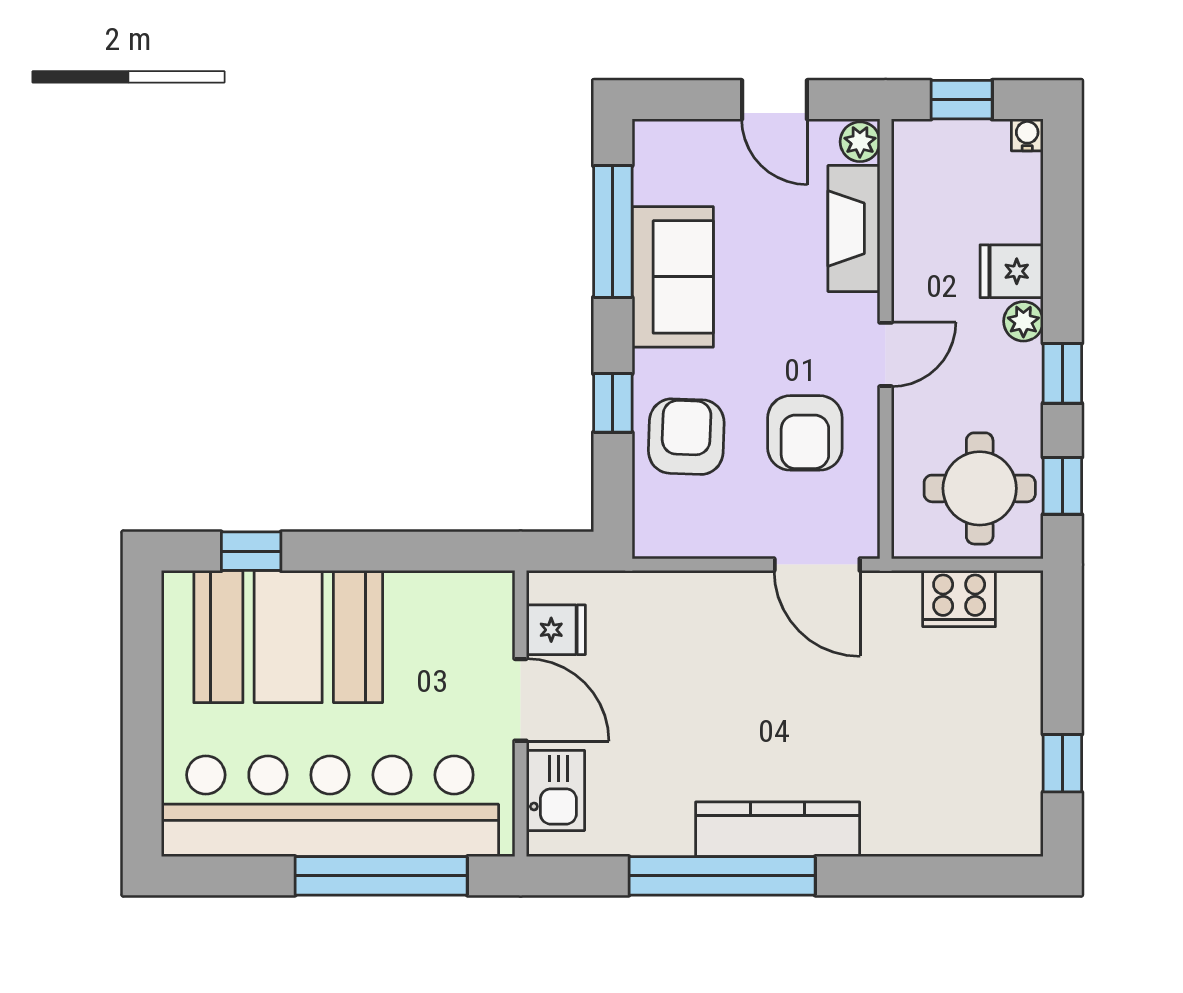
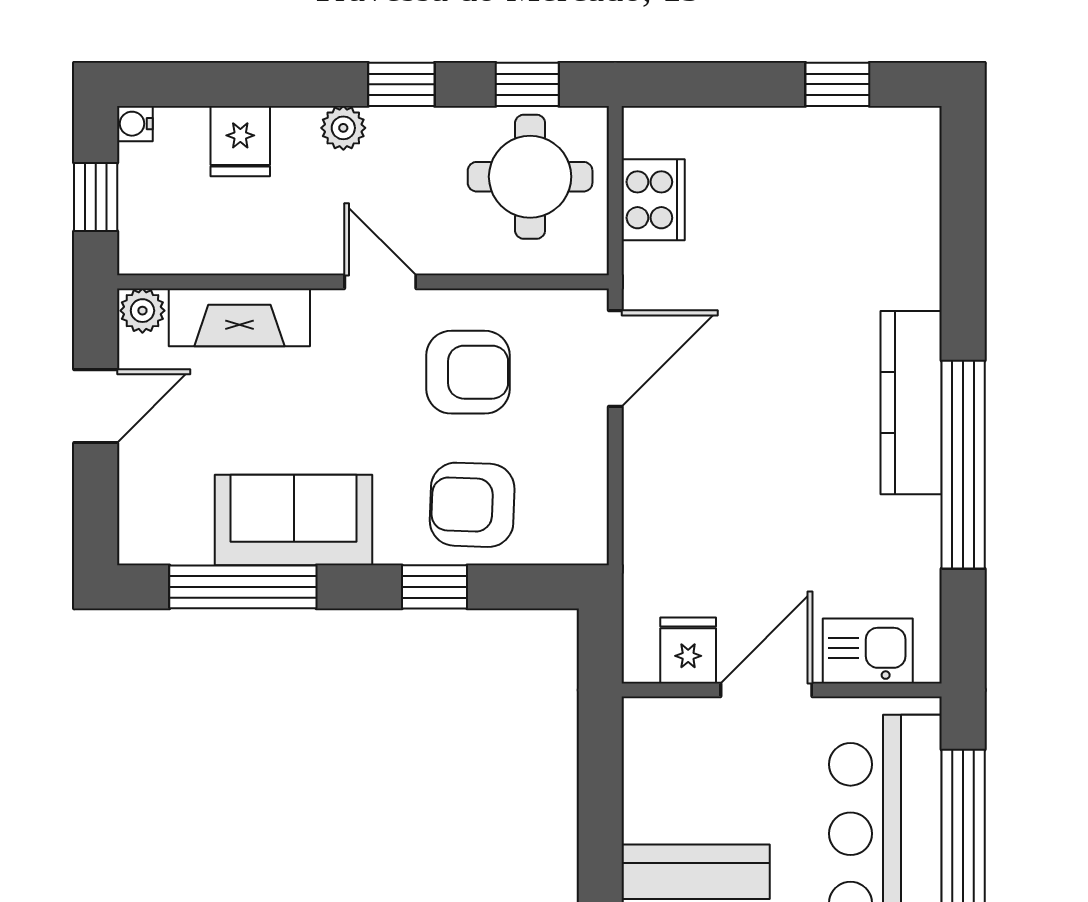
fridge: (1012, 271) -> (240, 141), moved

